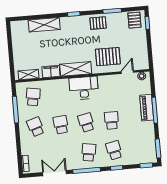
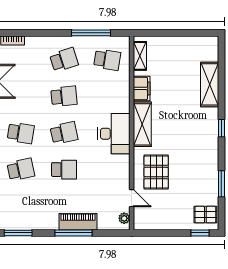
pallet: (98, 23) -> (205, 162), removed

